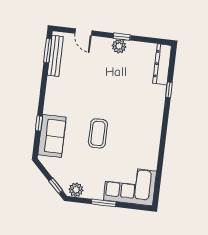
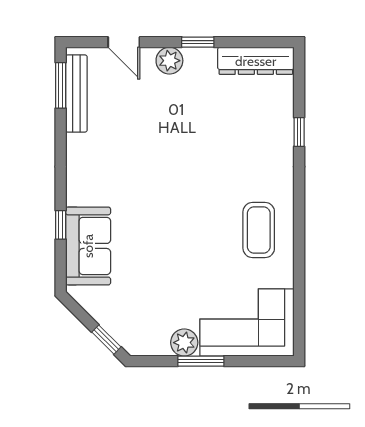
plant: (119, 46) -> (169, 61), moved
dresser: (162, 64) -> (256, 61), moved, turned -90
coffee table: (98, 133) -> (259, 230), moved
plant: (76, 190) -> (184, 343), moved

